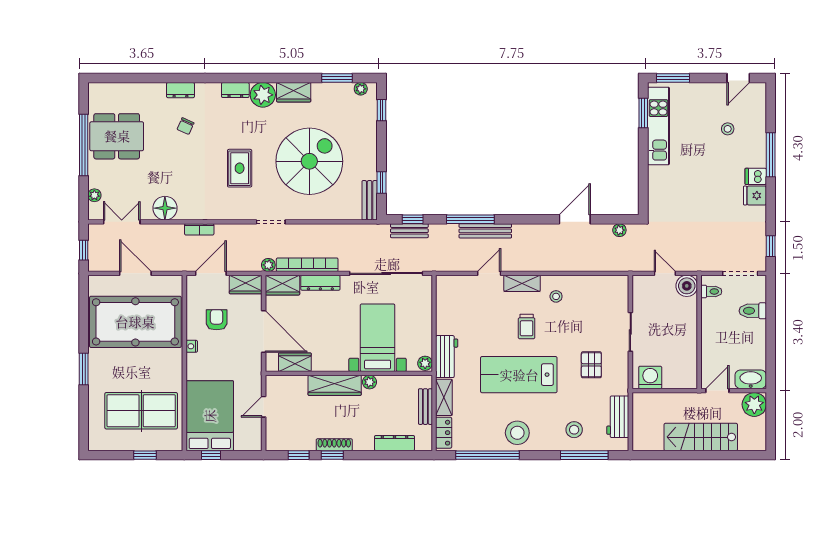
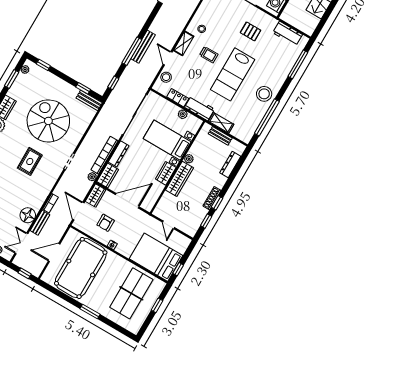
rug: (240, 168) -> (30, 161), turned 90
bench: (409, 231) -> (40, 223), moved
armchair: (217, 320) -> (106, 223), turned -90
wardrobe: (295, 362) -> (166, 173), moved
plant: (425, 363) -> (183, 114), moved
stool: (574, 430) -> (166, 77), moved
locker: (444, 433) -> (178, 98), moved

